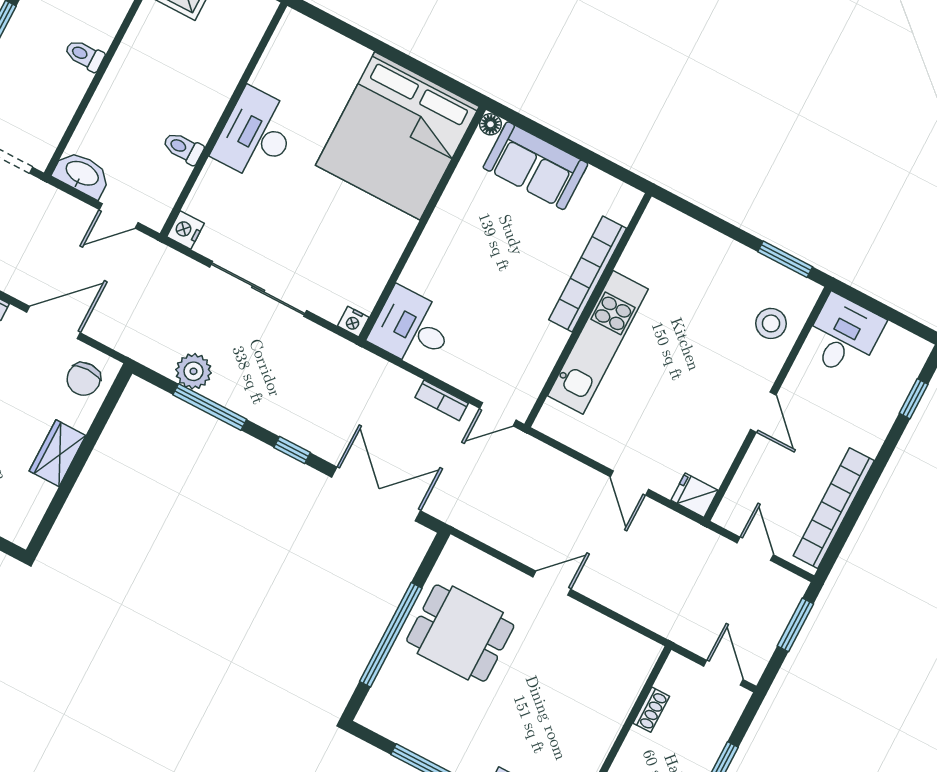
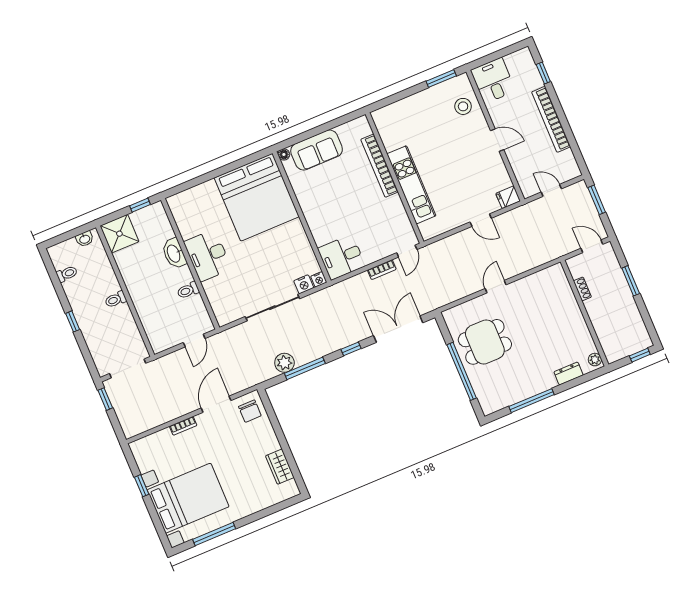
washbasin: (82, 174) -> (174, 253), moved, turned -90
nightstand: (185, 230) -> (304, 284), moved, turned -90
wardrobe: (58, 453) -> (280, 467), moved
bookcase: (834, 508) -> (551, 119), moved

